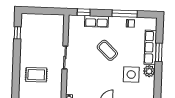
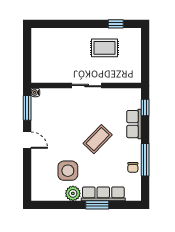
rug: (36, 75) -> (104, 48), moved, turned 90

